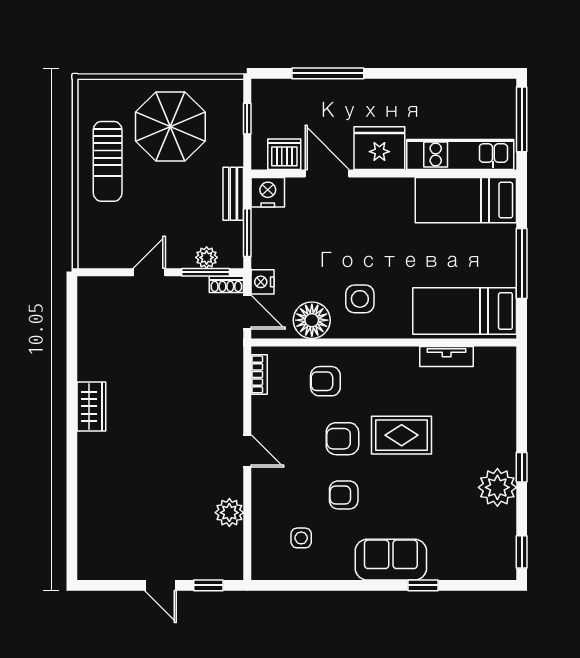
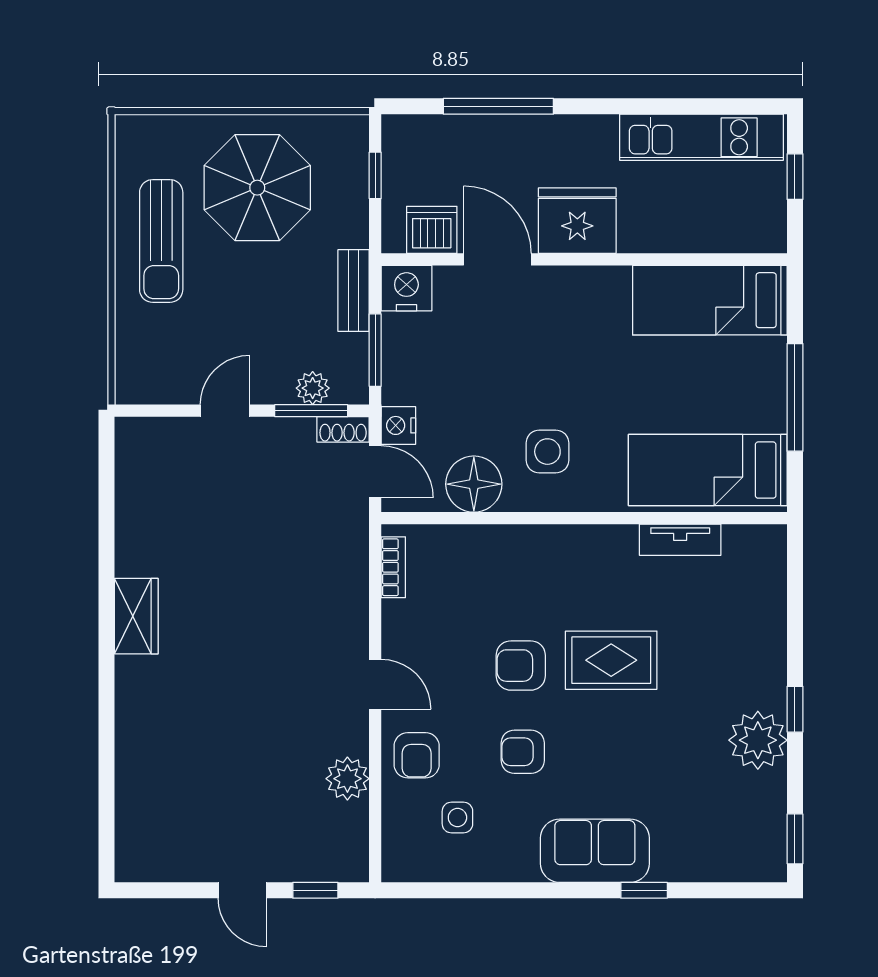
window: (522, 119) -> (795, 177), width x0.46
kitchen unit: (460, 154) -> (701, 137), moved, turned 180
armchair: (325, 381) -> (417, 755), moved, turned -90

